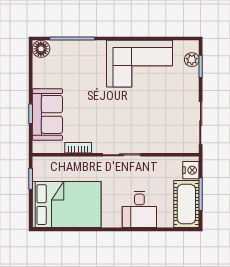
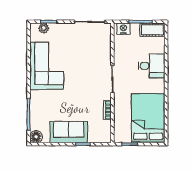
sofa: (47, 114) -> (69, 132), moved
cot: (186, 204) -> (152, 30), width x0.73, depth x0.75

